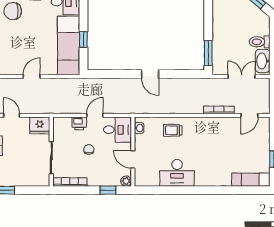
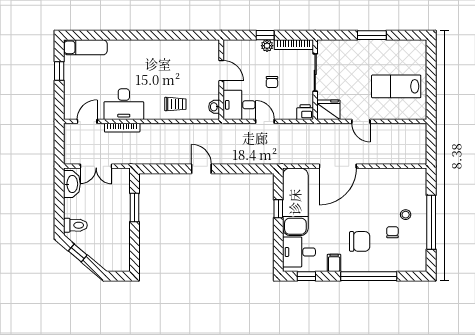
toilet: (260, 42) -> (75, 225), moved
window: (208, 53) -> (134, 208), moved
door: (32, 76) -> (338, 166), width x1.88
door: (95, 115) -> (265, 121), swing flipped
printer: (79, 123) -> (305, 112), moved
desk: (177, 173) -> (124, 104), moved, turned 180
plant: (126, 181) -> (267, 46), moved
window: (108, 190) -> (265, 35), moved

